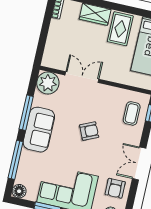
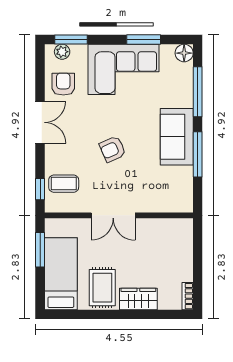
double door: (82, 77) -> (113, 215), moved
plant: (48, 83) -> (179, 198), removed
coffee table: (132, 113) -> (64, 184), turned 90

